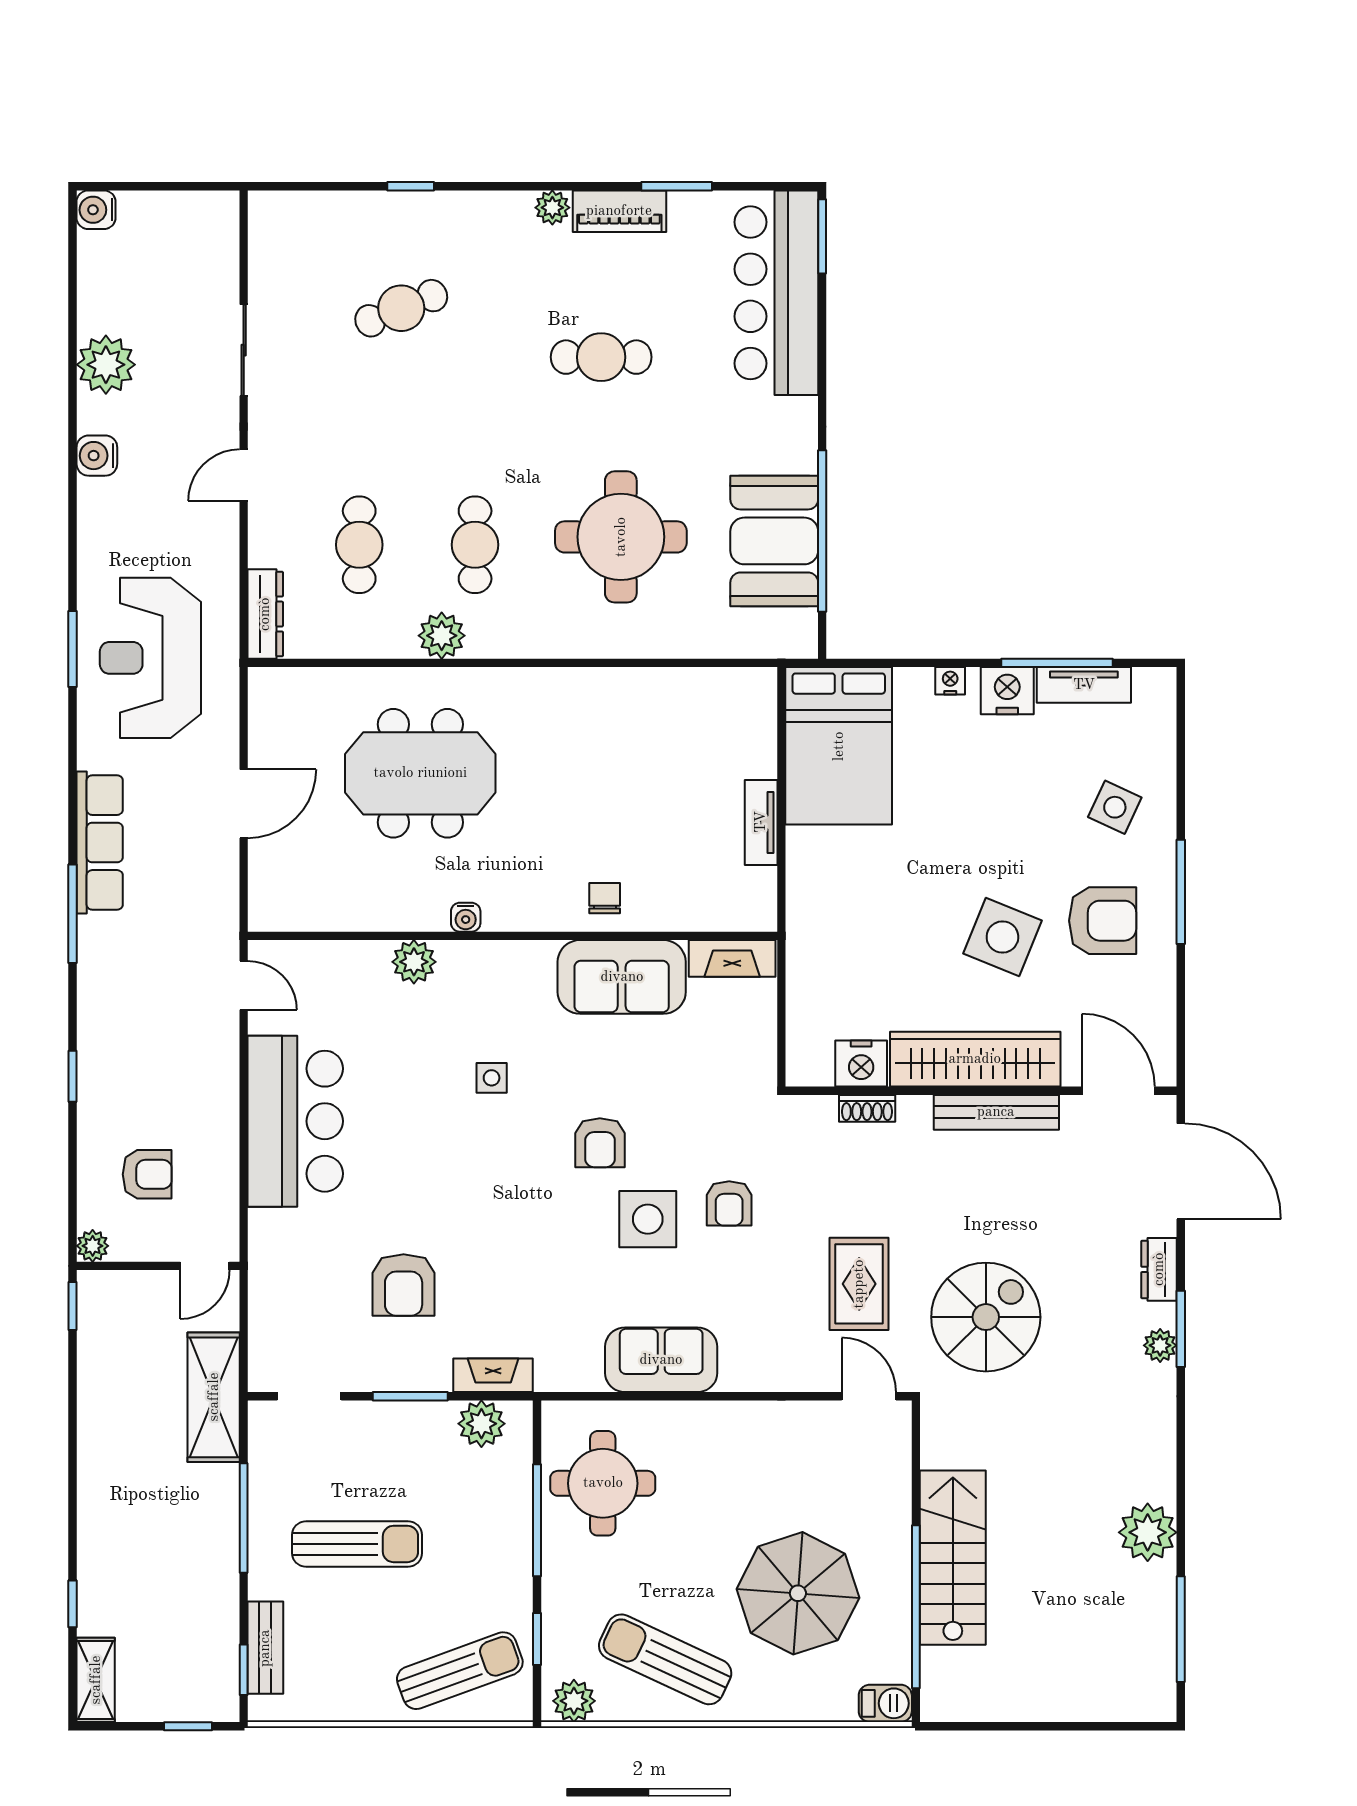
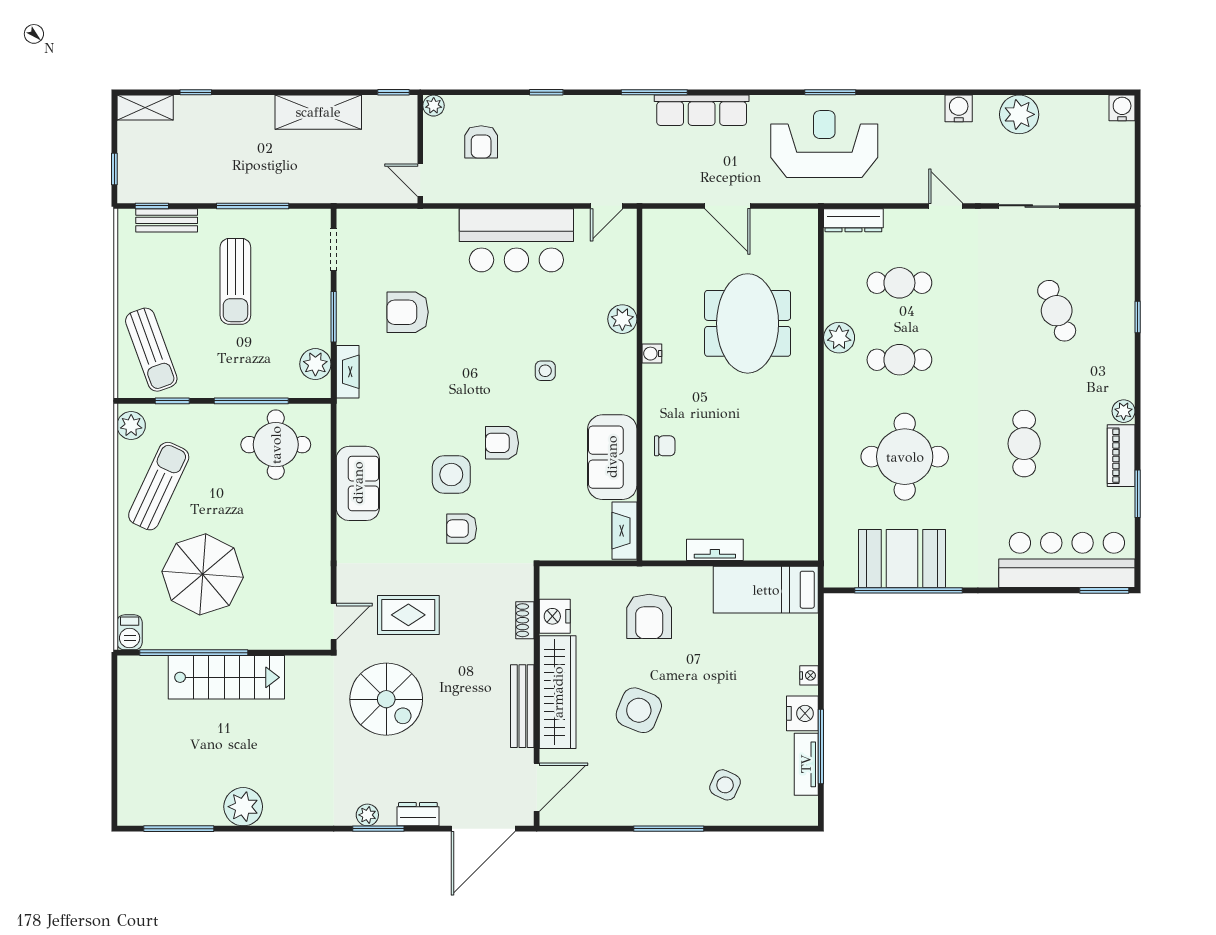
bed: (839, 746) -> (766, 590), width x0.67
armchair: (1103, 921) -> (649, 616), moved
shelving: (214, 1397) -> (318, 112), moved

